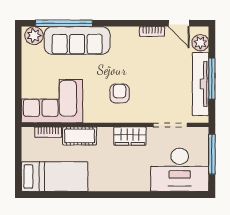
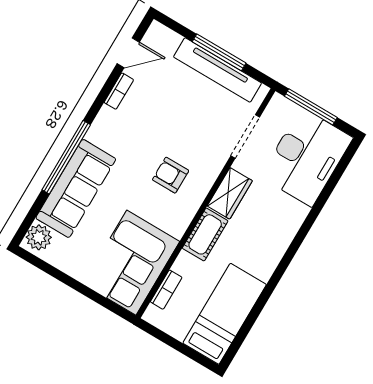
window: (64, 23) -> (66, 157), moved
plant: (200, 43) -> (167, 41), removed
cot: (80, 136) -> (205, 234), moved

